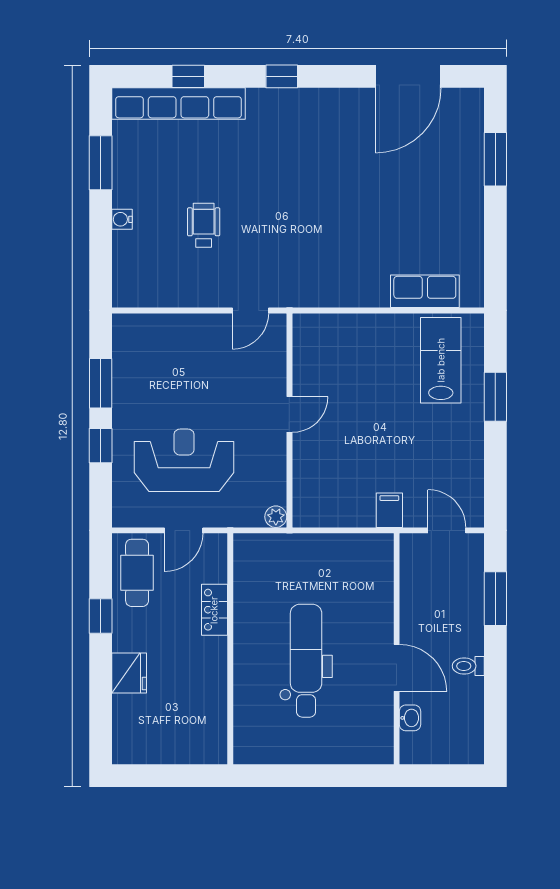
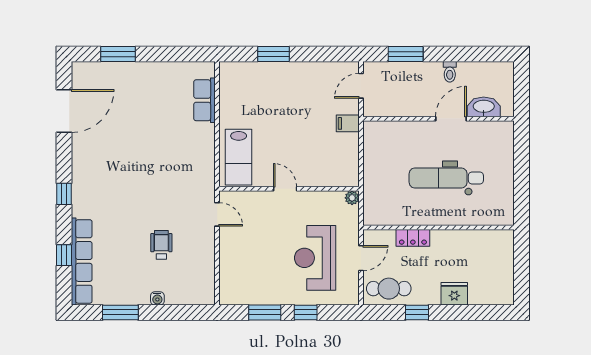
door: (408, 76) -> (64, 111), hinge flipped
wheelchair: (204, 225) -> (161, 245), turned 90
lab bench: (441, 360) -> (239, 157), moved, turned -90
door: (184, 530) -> (361, 258), hinge flipped
washbasin: (410, 718) -> (484, 107), width x1.91, depth x1.45

